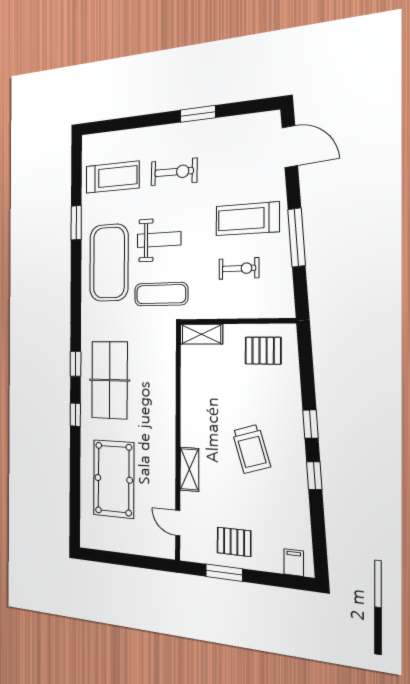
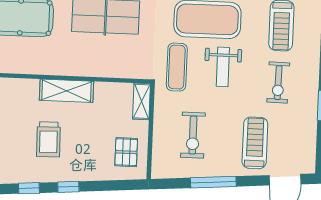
treadmill: (247, 219) -> (255, 143), moved
exercise bike: (239, 268) -> (193, 135), width x1.38, depth x1.39
trolley: (251, 449) -> (48, 139), turned -74
shelving: (189, 469) -> (66, 91), moved, width x1.50, depth x1.33

